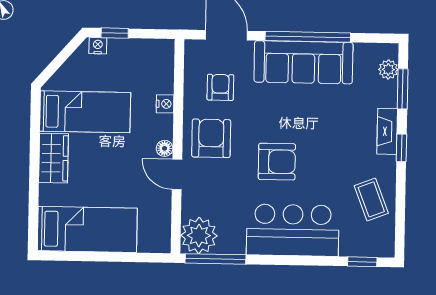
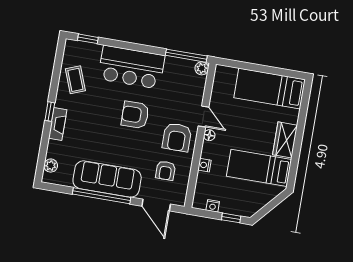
nightstand: (98, 46) -> (213, 206), moved
window: (403, 89) -> (43, 151), removed
plant: (199, 236) -> (202, 68), width x0.53, depth x0.53

